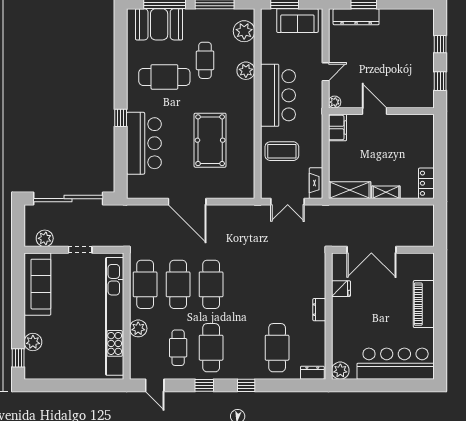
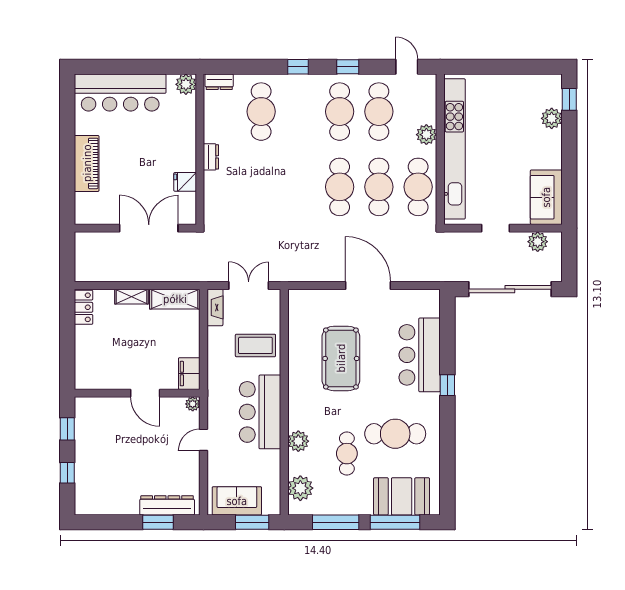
sofa: (37, 284) -> (546, 197), width x0.73
cafe table: (178, 348) -> (379, 112), width x1.37, depth x1.35

